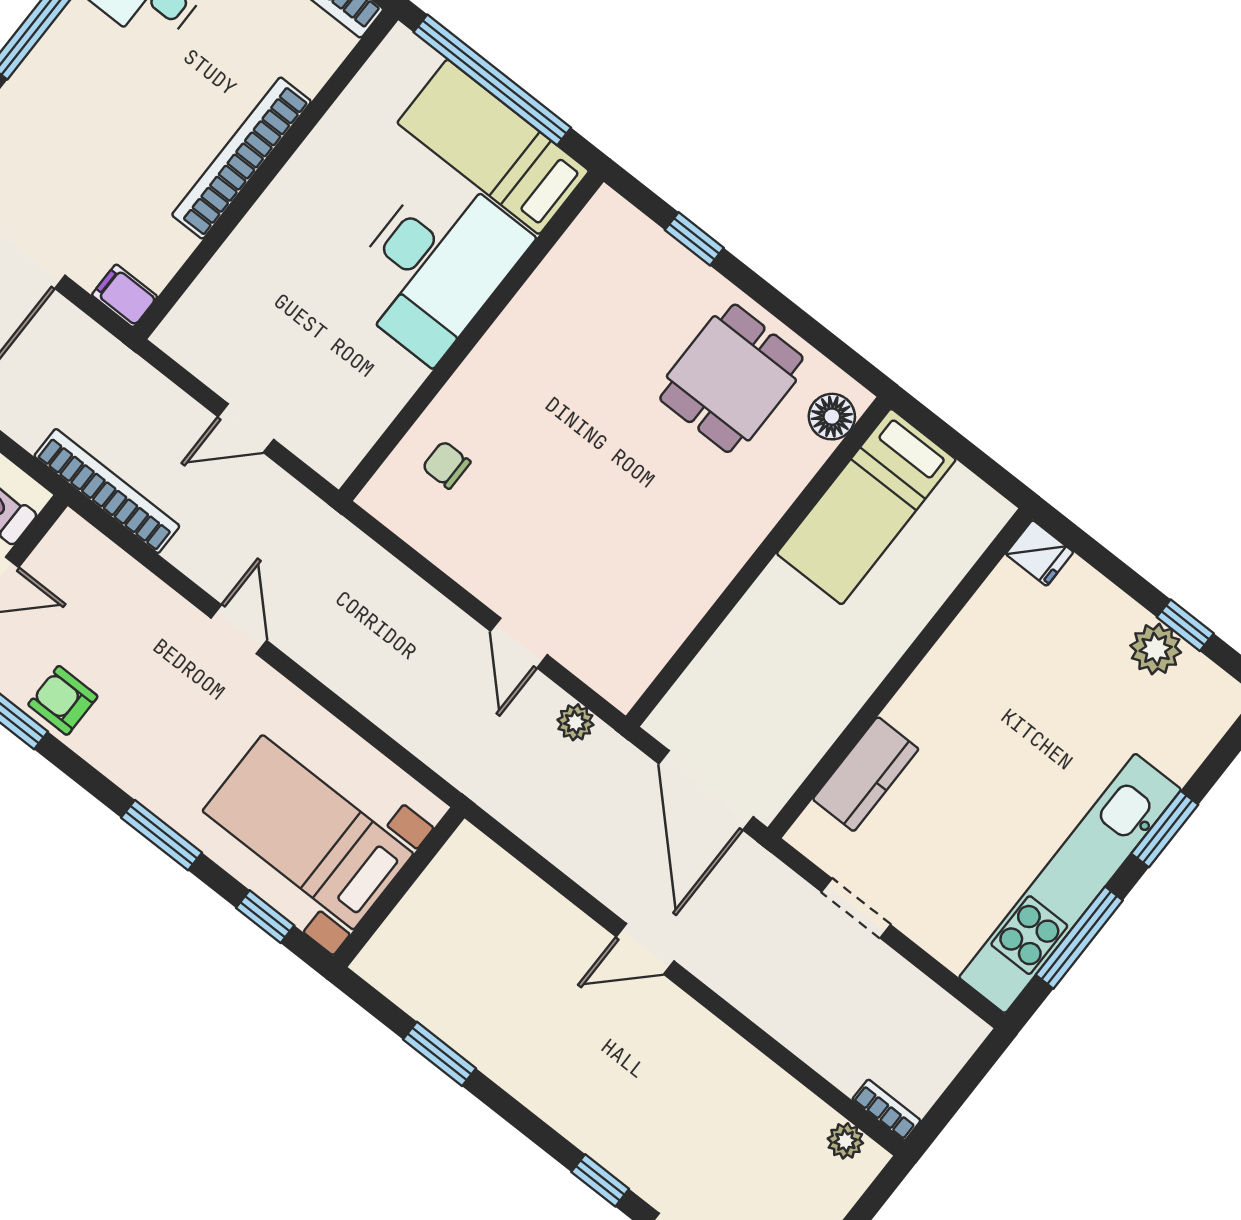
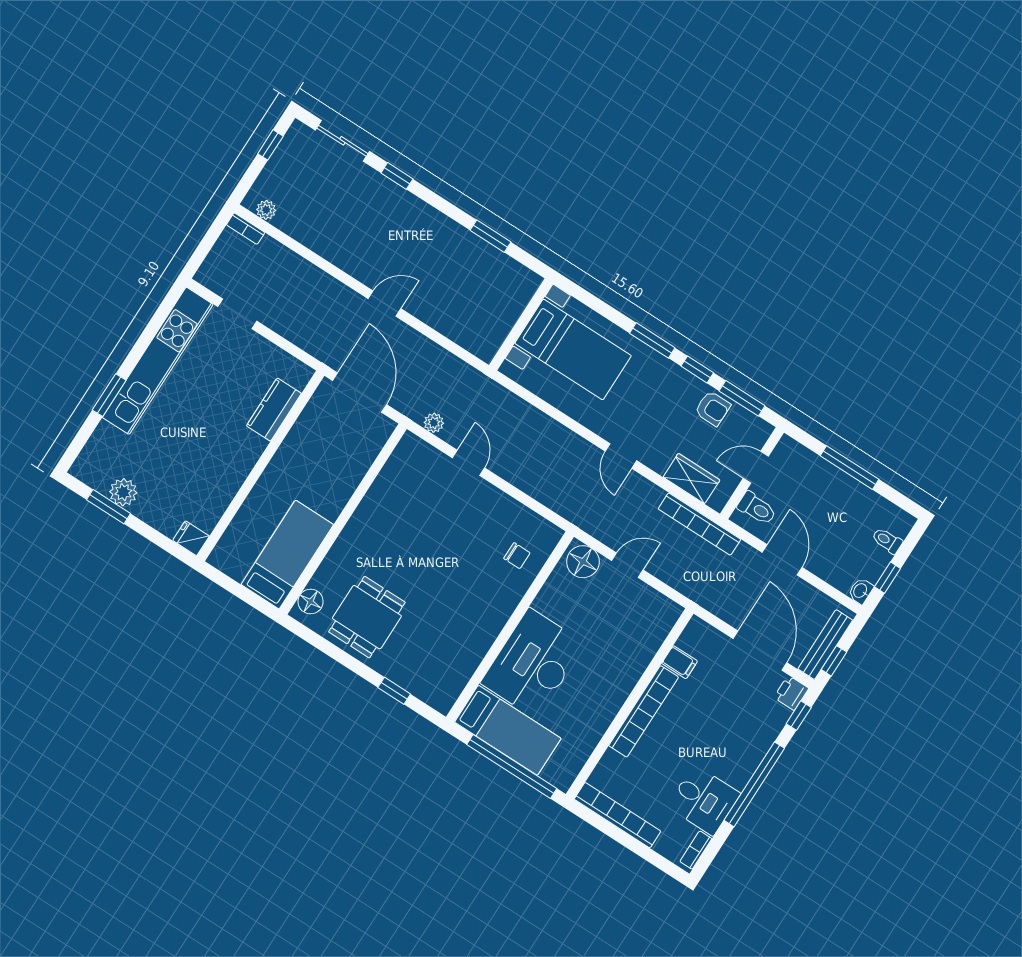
filing cabinet: (125, 296) -> (680, 662), moved
floor lamp: (327, 442) -> (583, 562), added
wardrobe: (114, 576) -> (691, 479), added
window: (1185, 625) -> (108, 507), width x1.50
doorway: (856, 908) -> (237, 314), moved
window: (265, 917) -> (697, 369), moved
window: (1079, 938) -> (150, 332), removed

